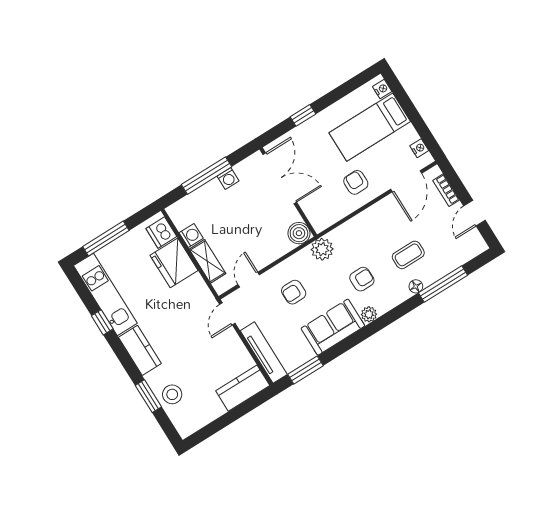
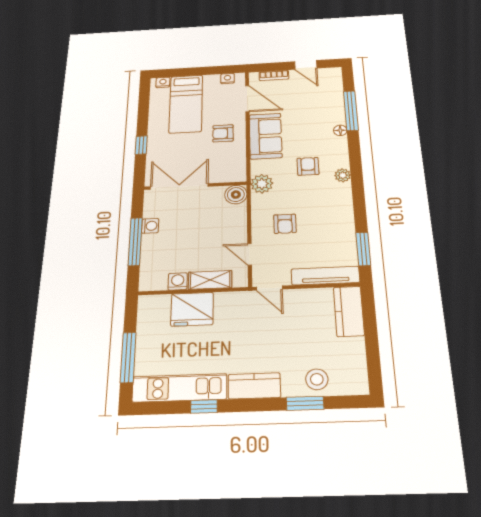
dishwasher: (161, 232) -> (157, 305), removed
coffee table: (408, 255) -> (310, 124), removed
sofa: (333, 327) -> (265, 136), moved, turned 180

